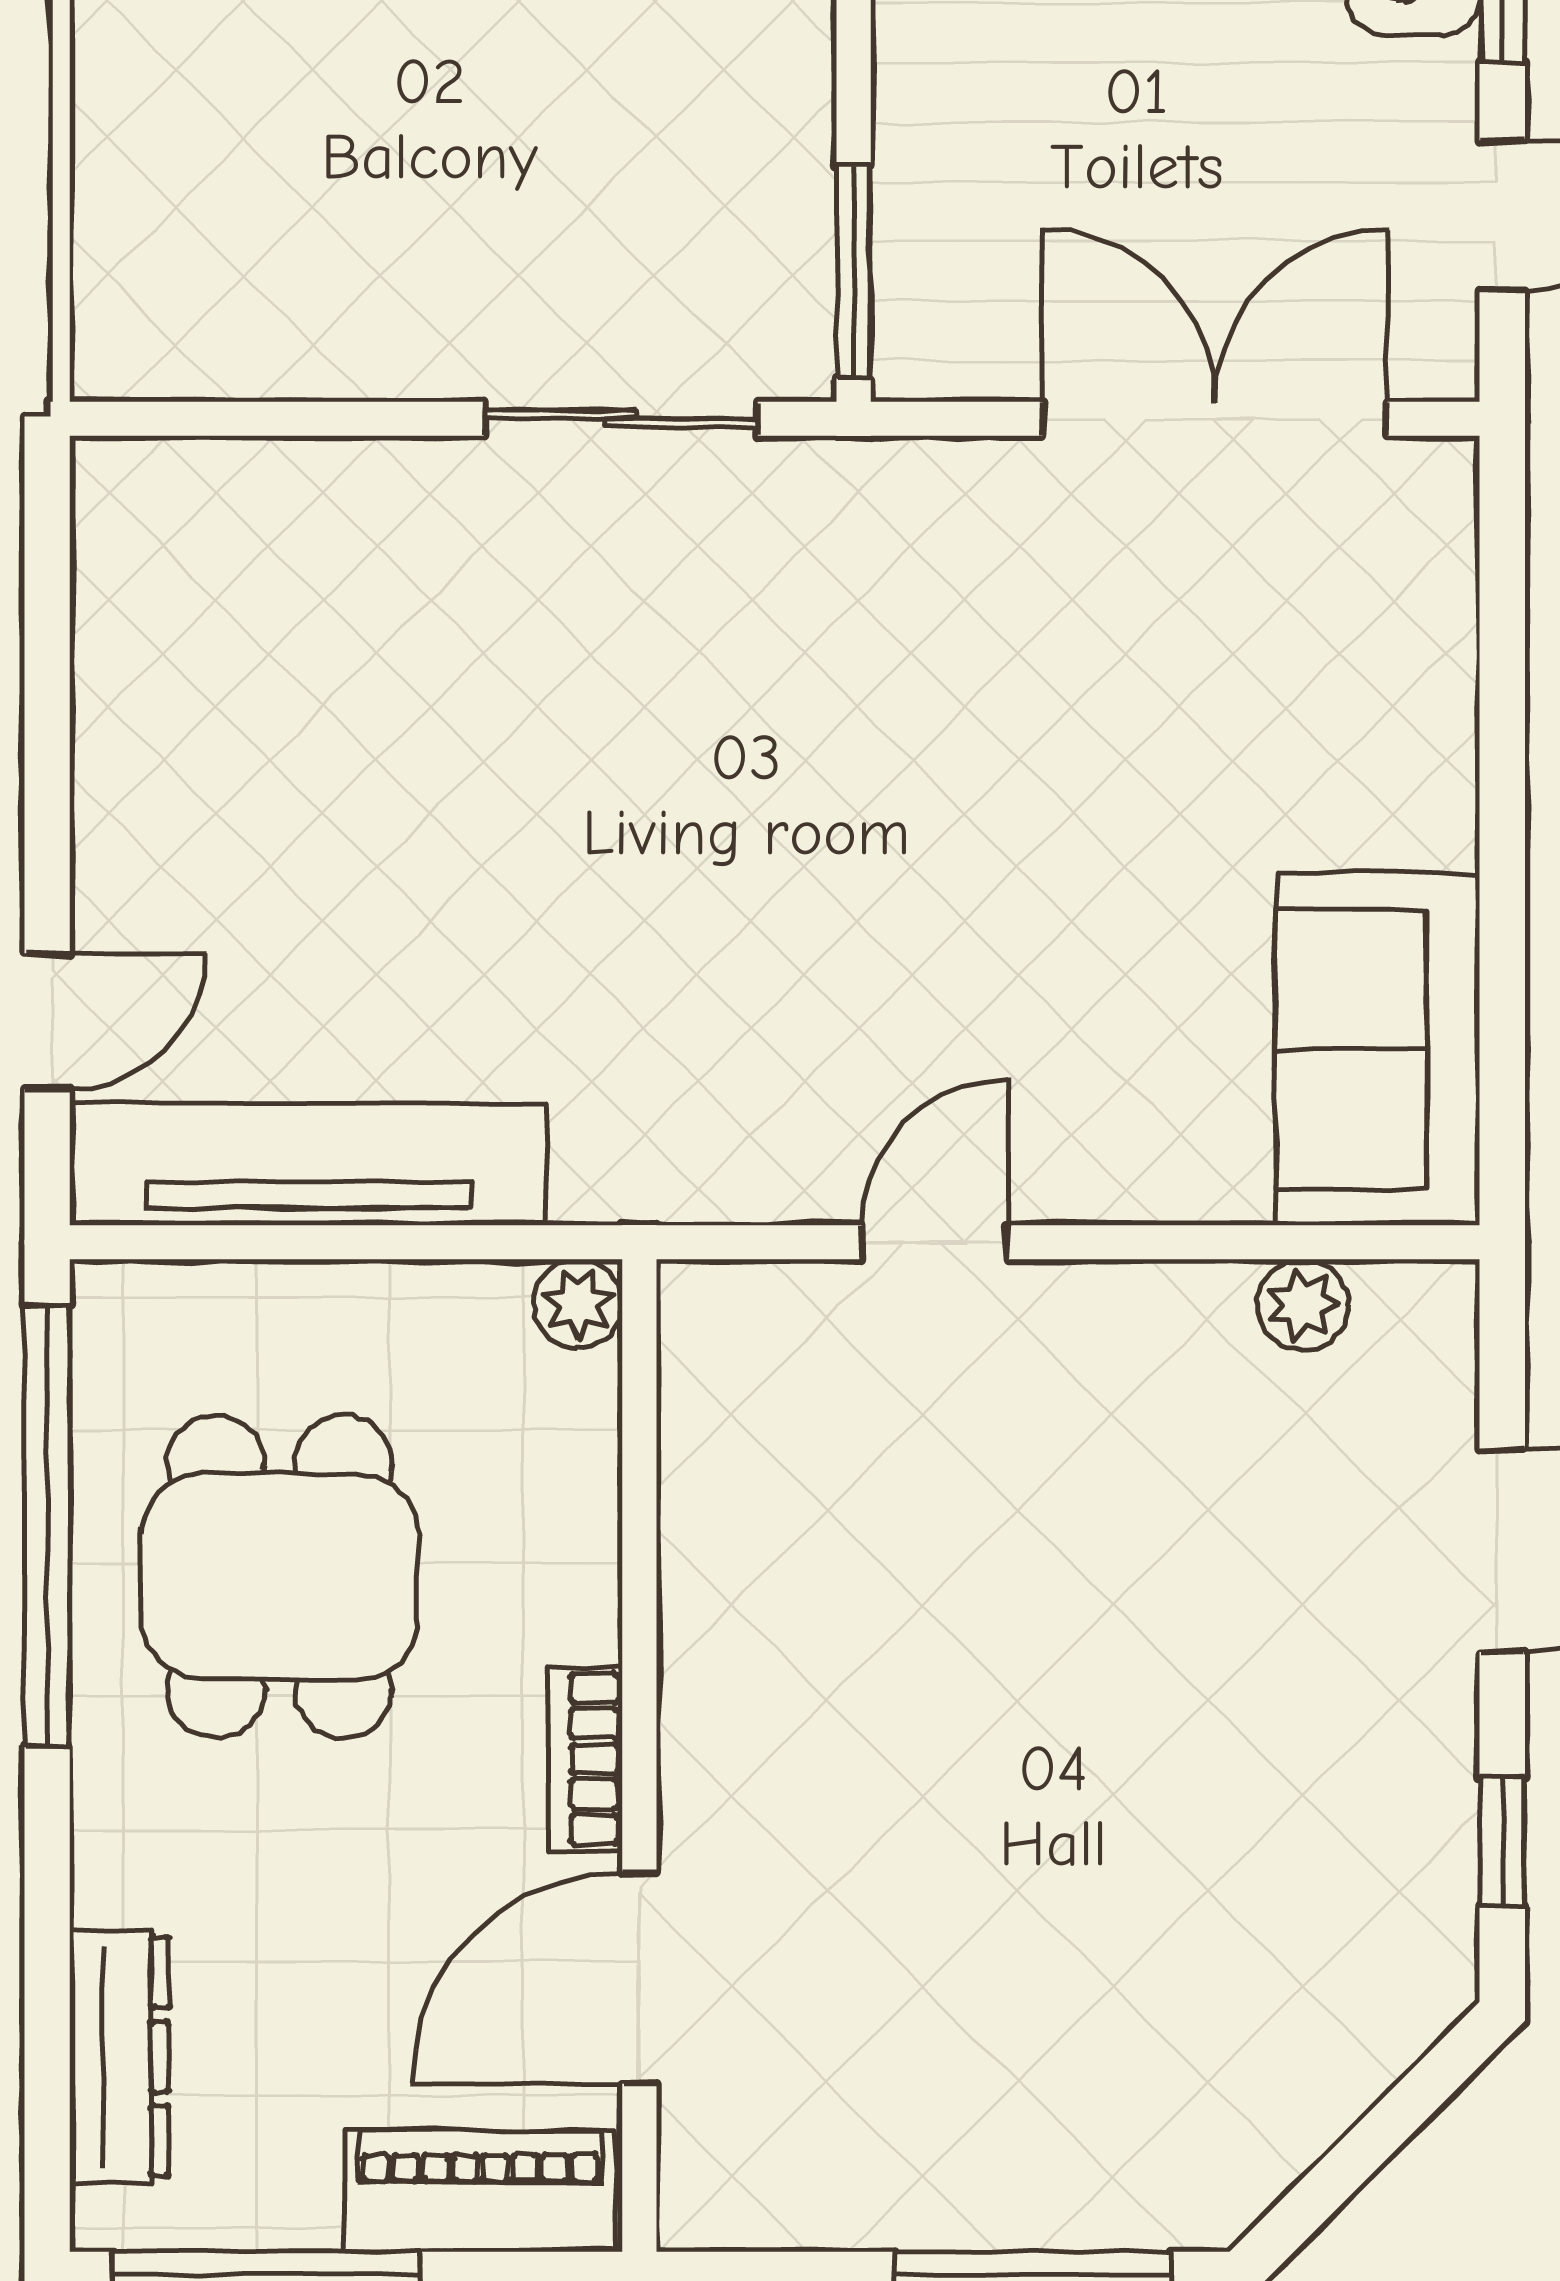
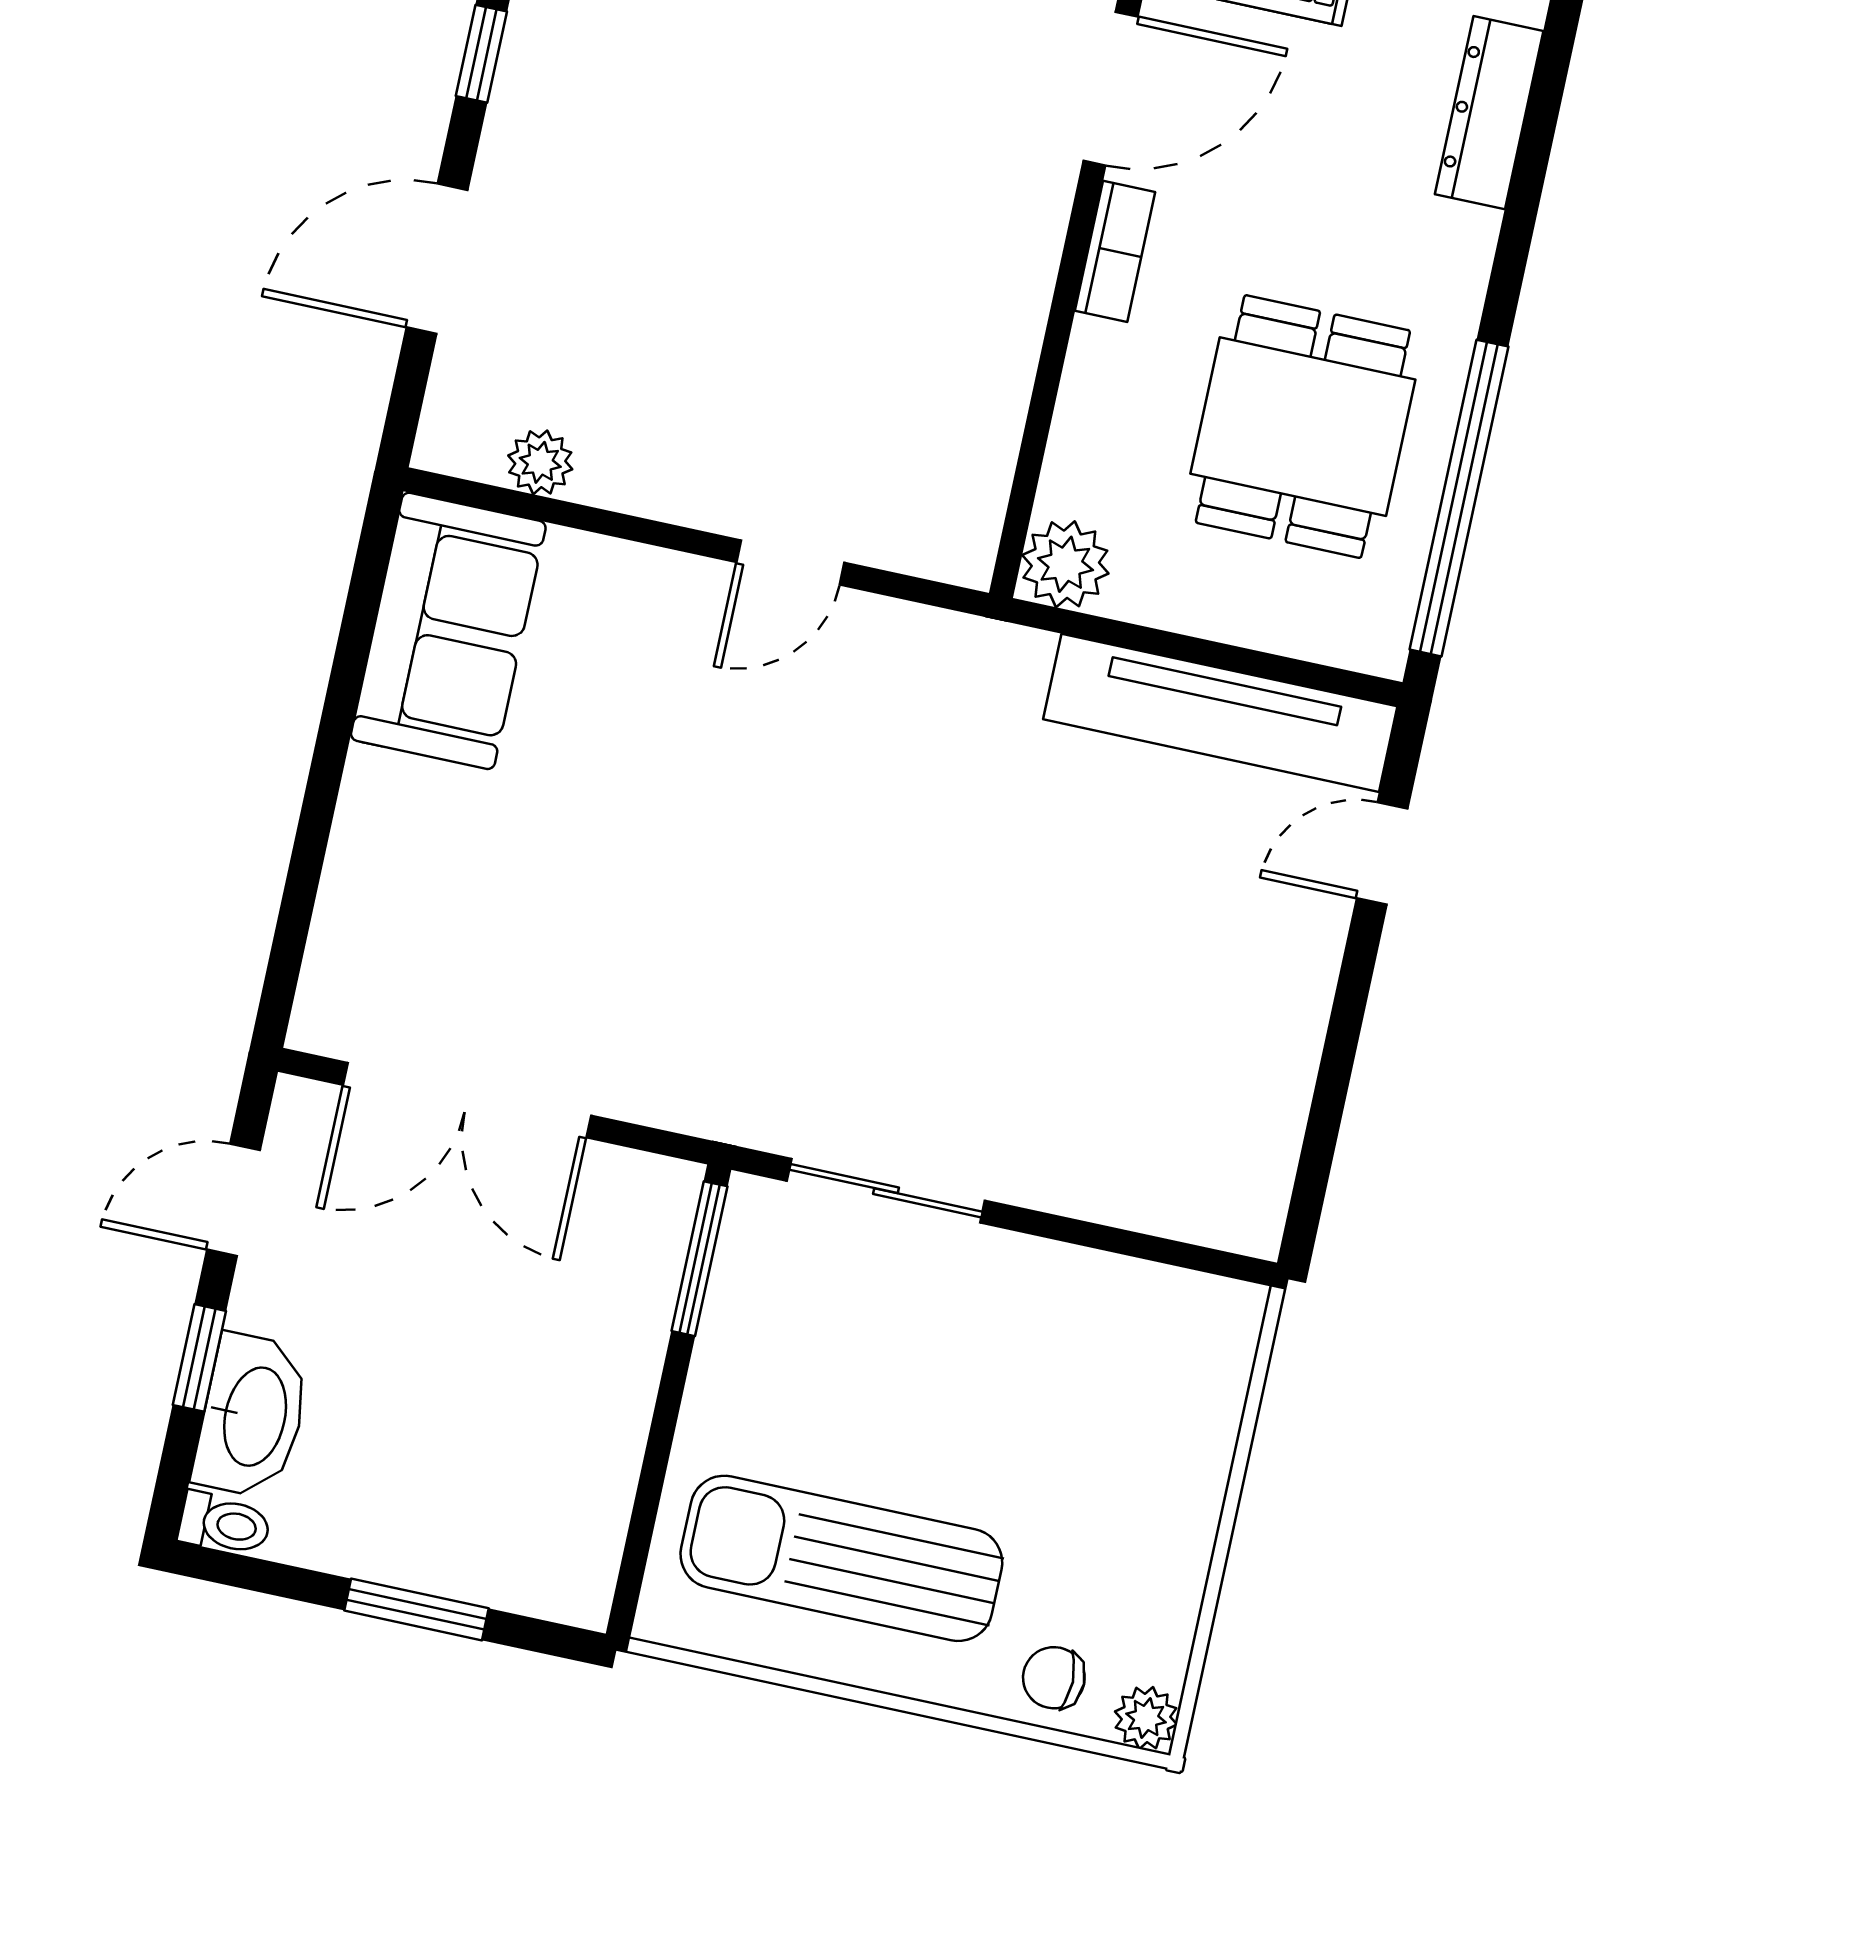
plant: (578, 1304) -> (1065, 564), width x1.38, depth x1.38

